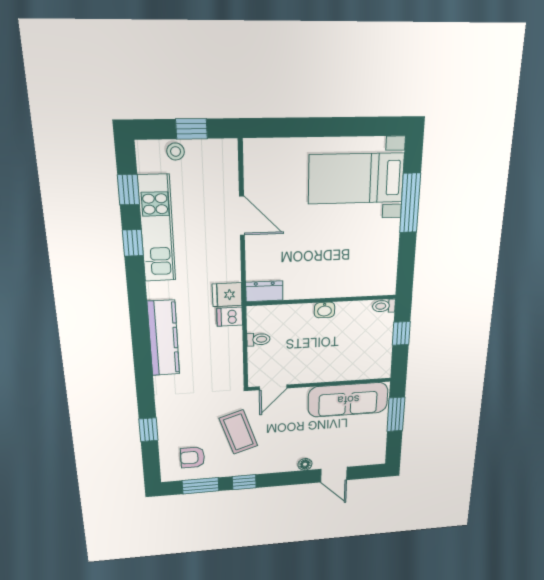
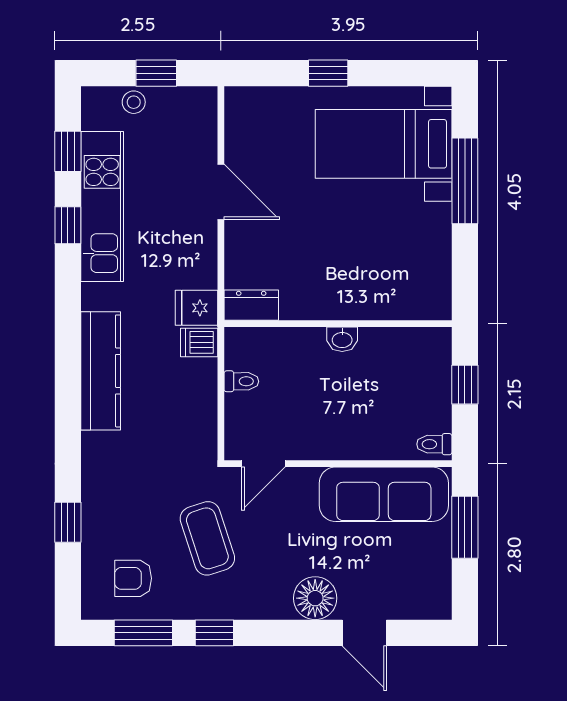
window: (318, 127) -> (328, 73), added
toilet: (384, 306) -> (434, 444), moved
floor lamp: (305, 464) -> (315, 598), width x1.89, depth x1.89

